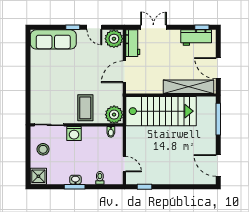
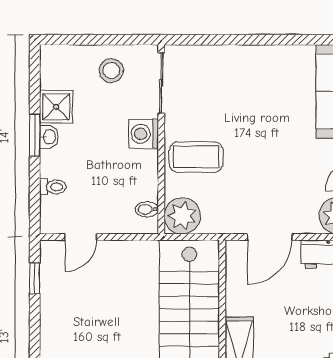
door: (124, 72) -> (270, 237), swing flipped
shower: (38, 176) -> (56, 107), moved

